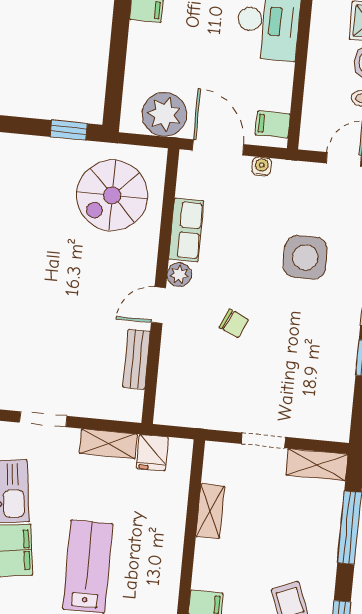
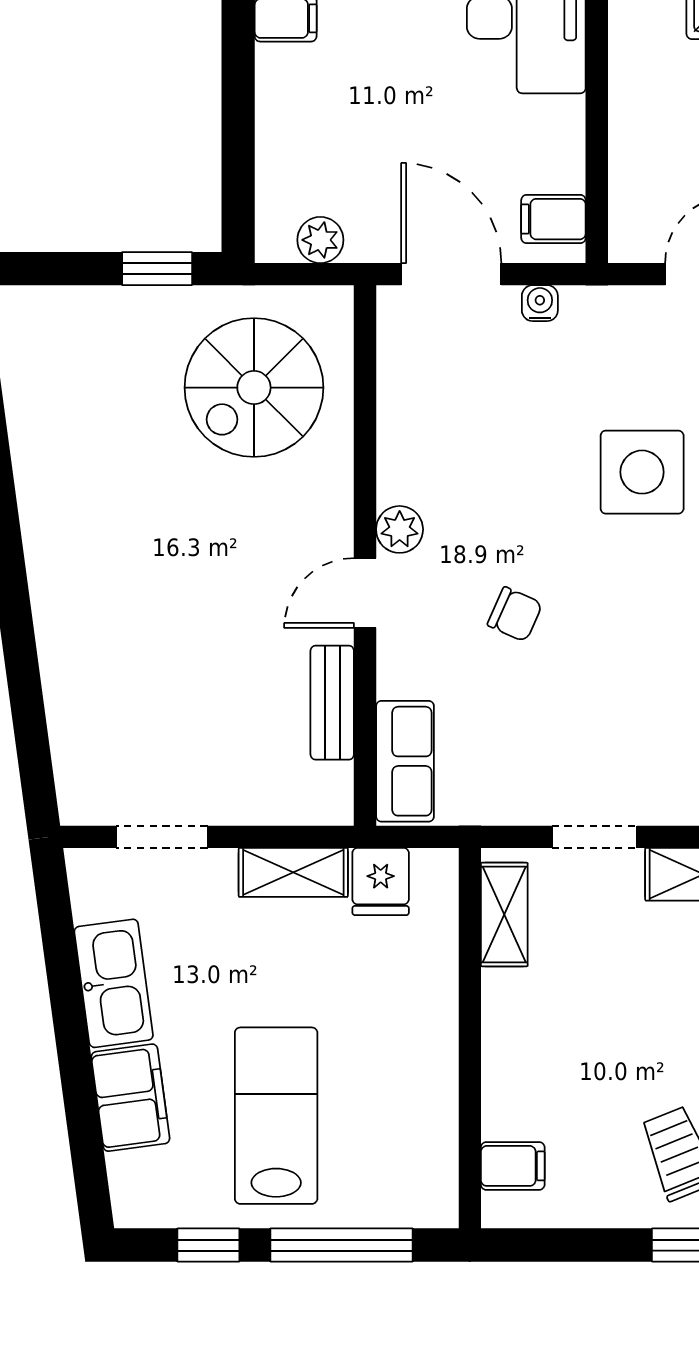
plant: (164, 114) -> (320, 240), width x0.53, depth x0.53
row of seats: (186, 230) -> (405, 761), moved
shelving: (210, 511) -> (504, 915), moved

